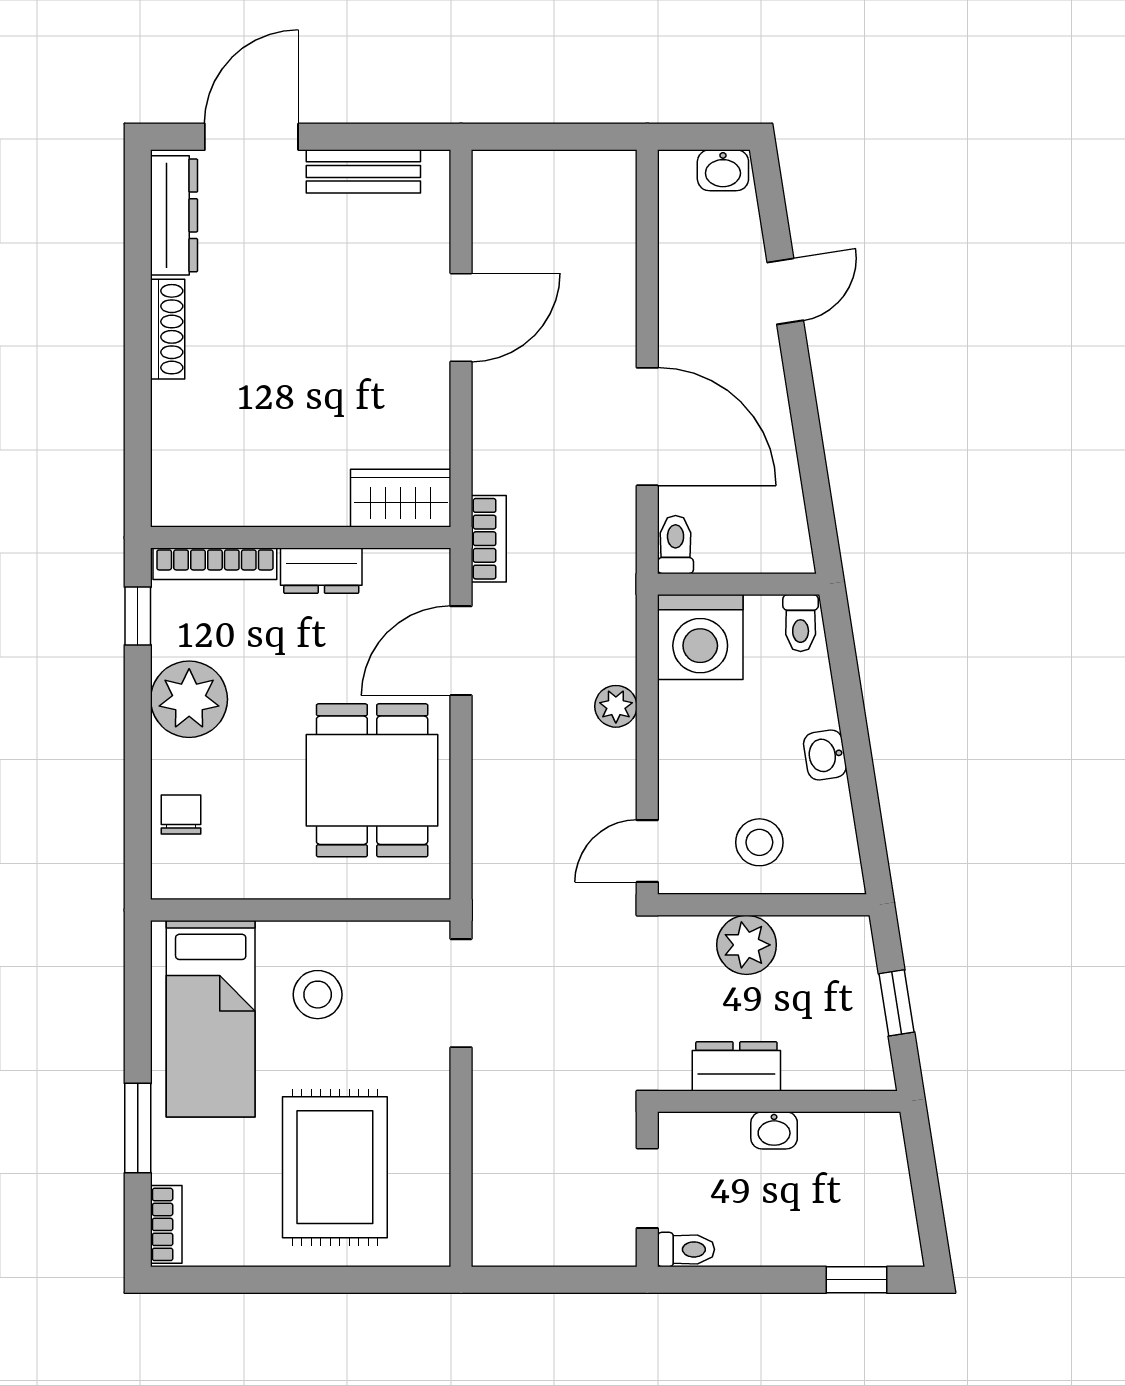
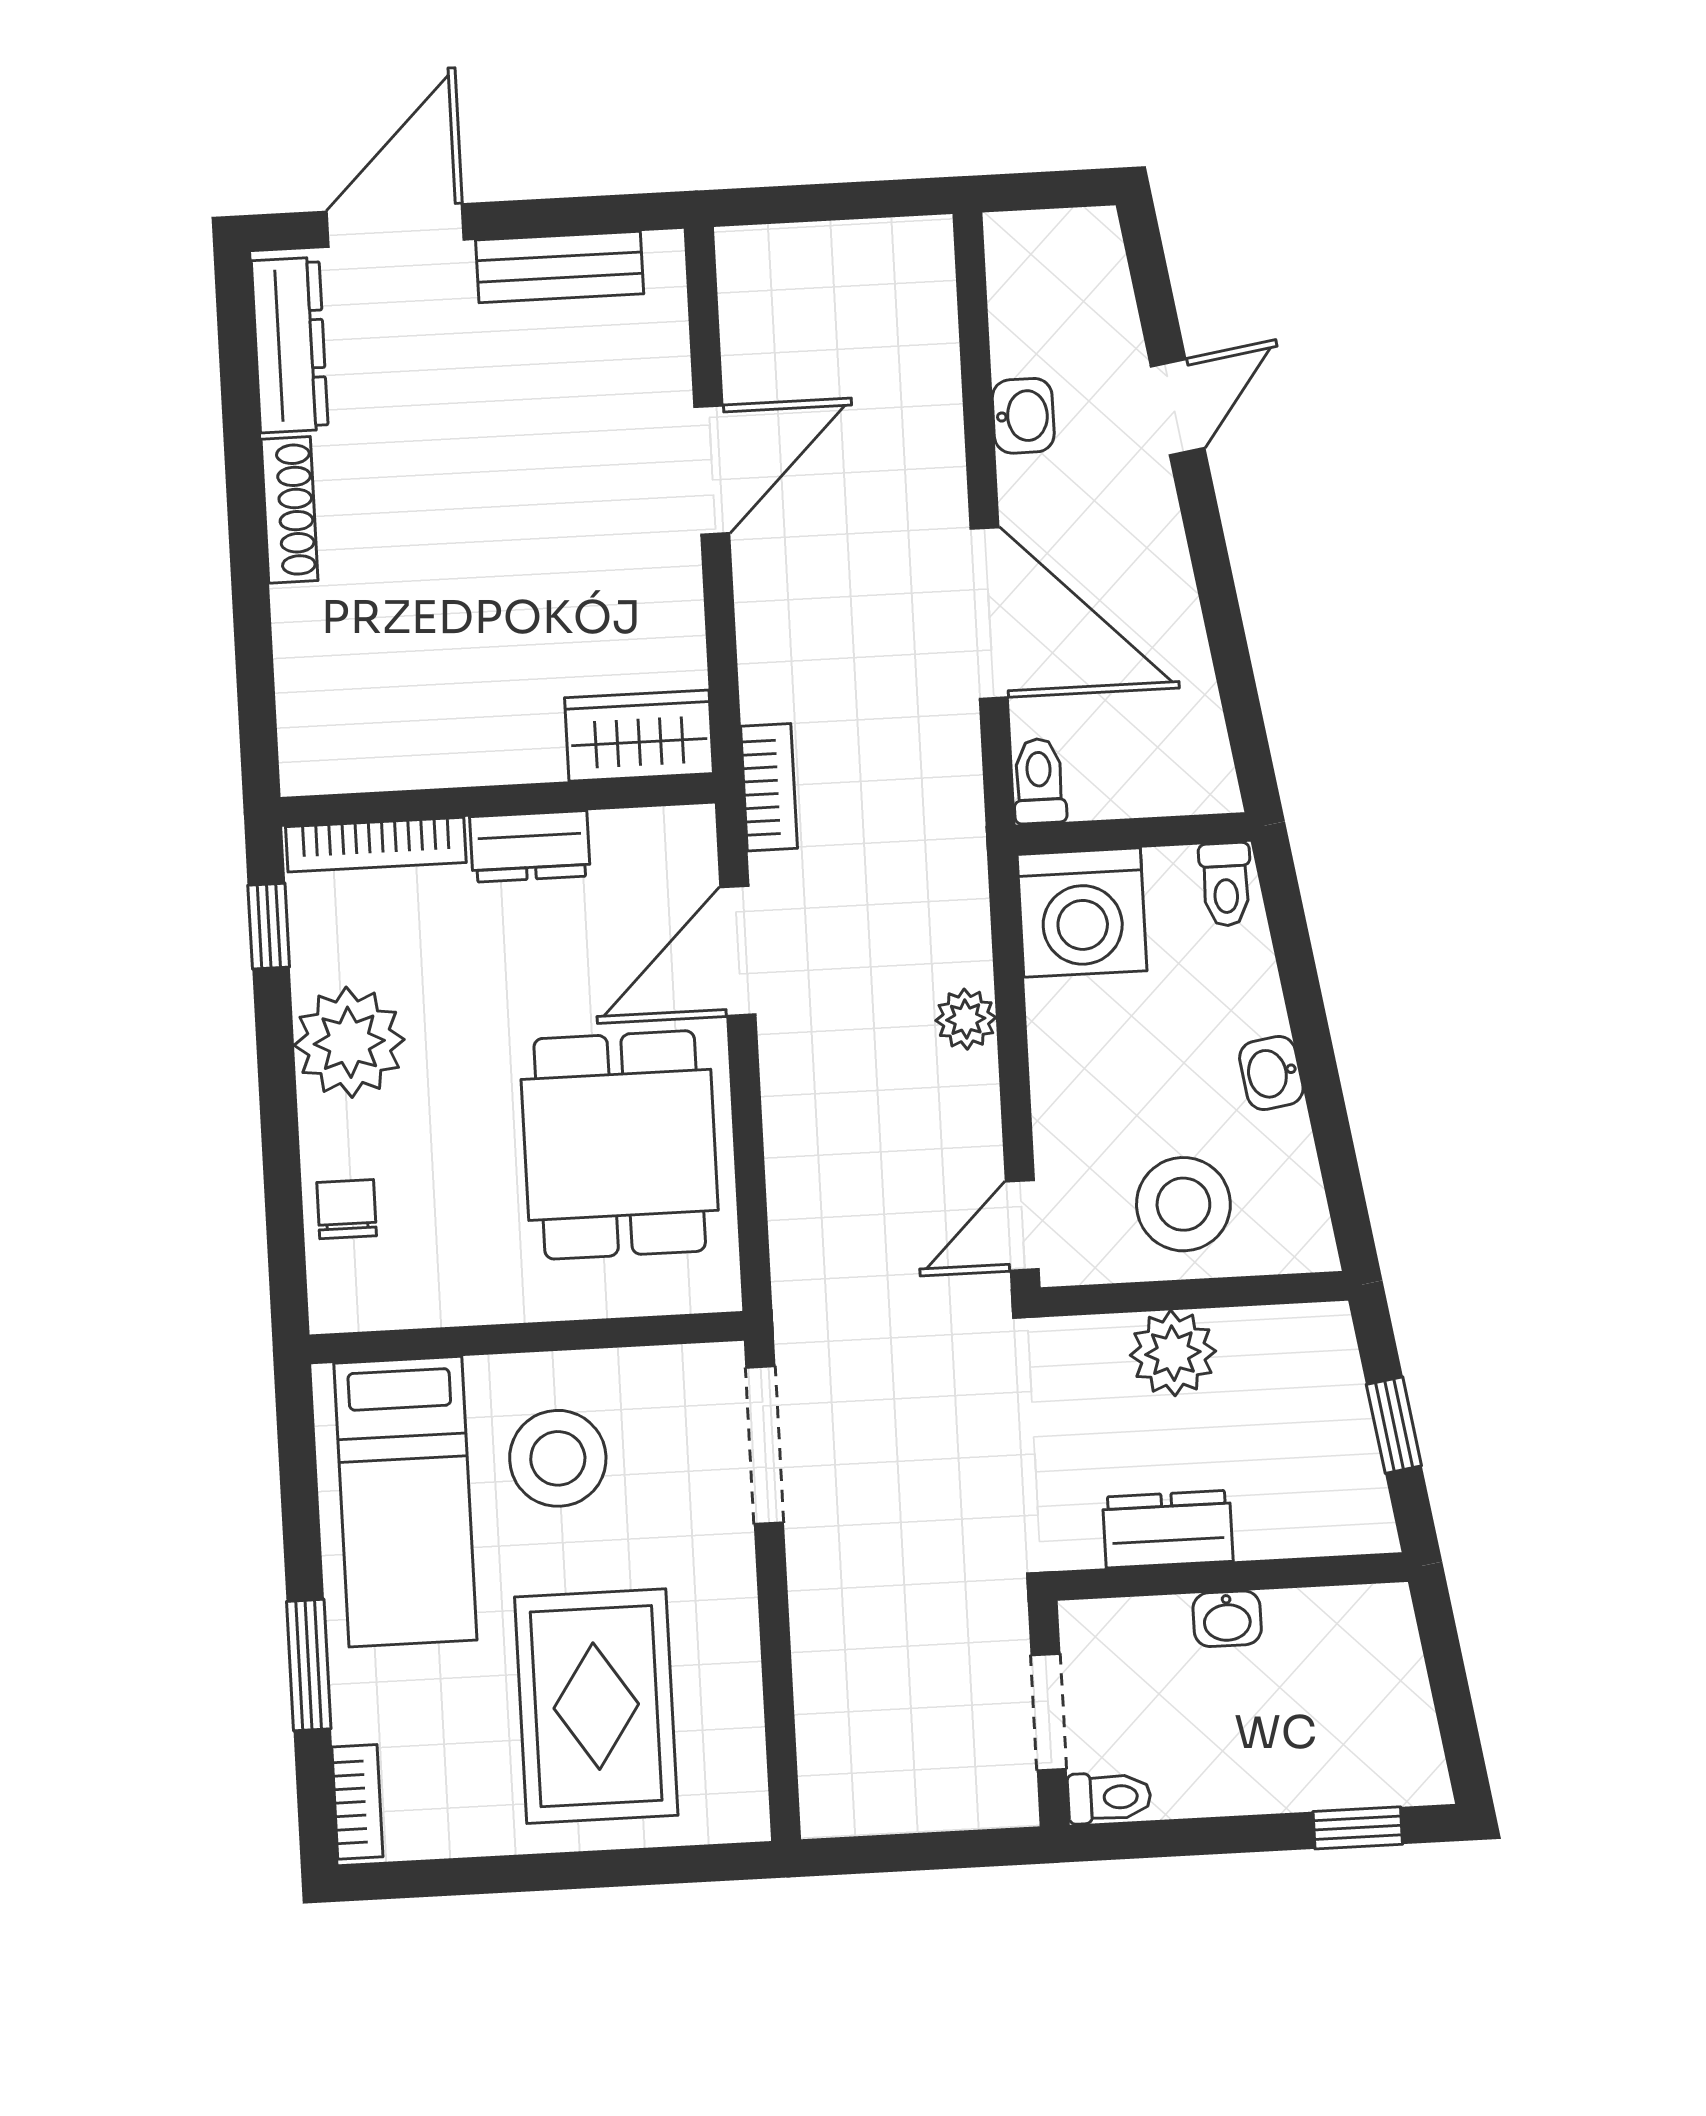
washbasin: (723, 170) -> (1023, 416), moved, turned -90
stool: (759, 842) -> (1183, 1204), width x1.38, depth x1.38
stool: (318, 995) -> (558, 1458), width x1.38, depth x1.38

